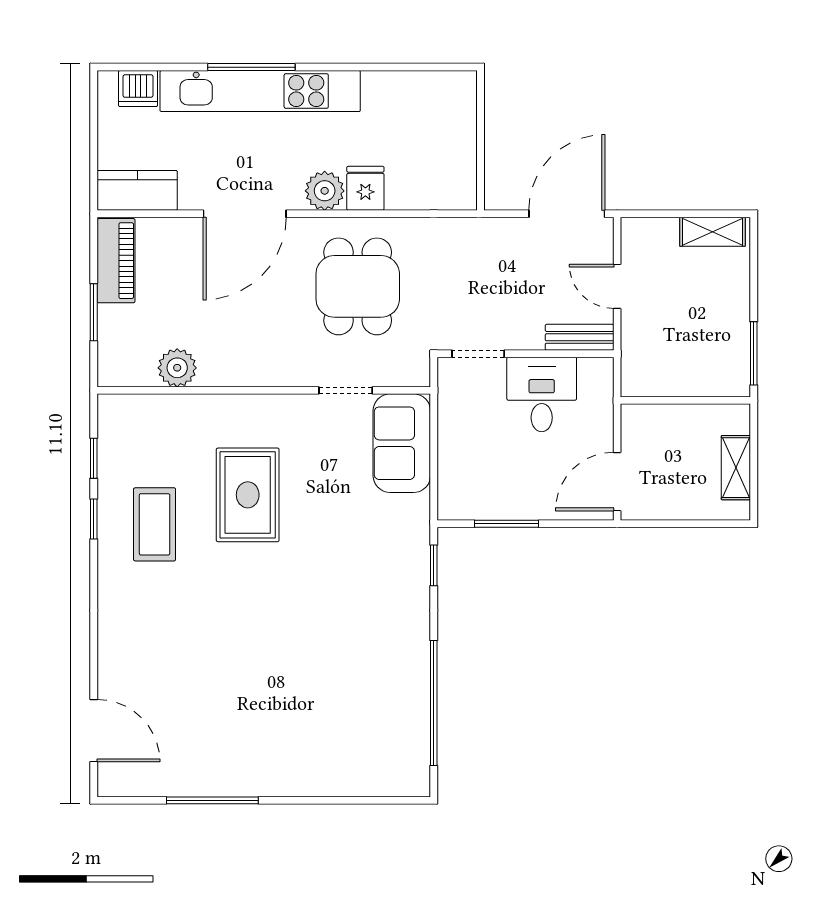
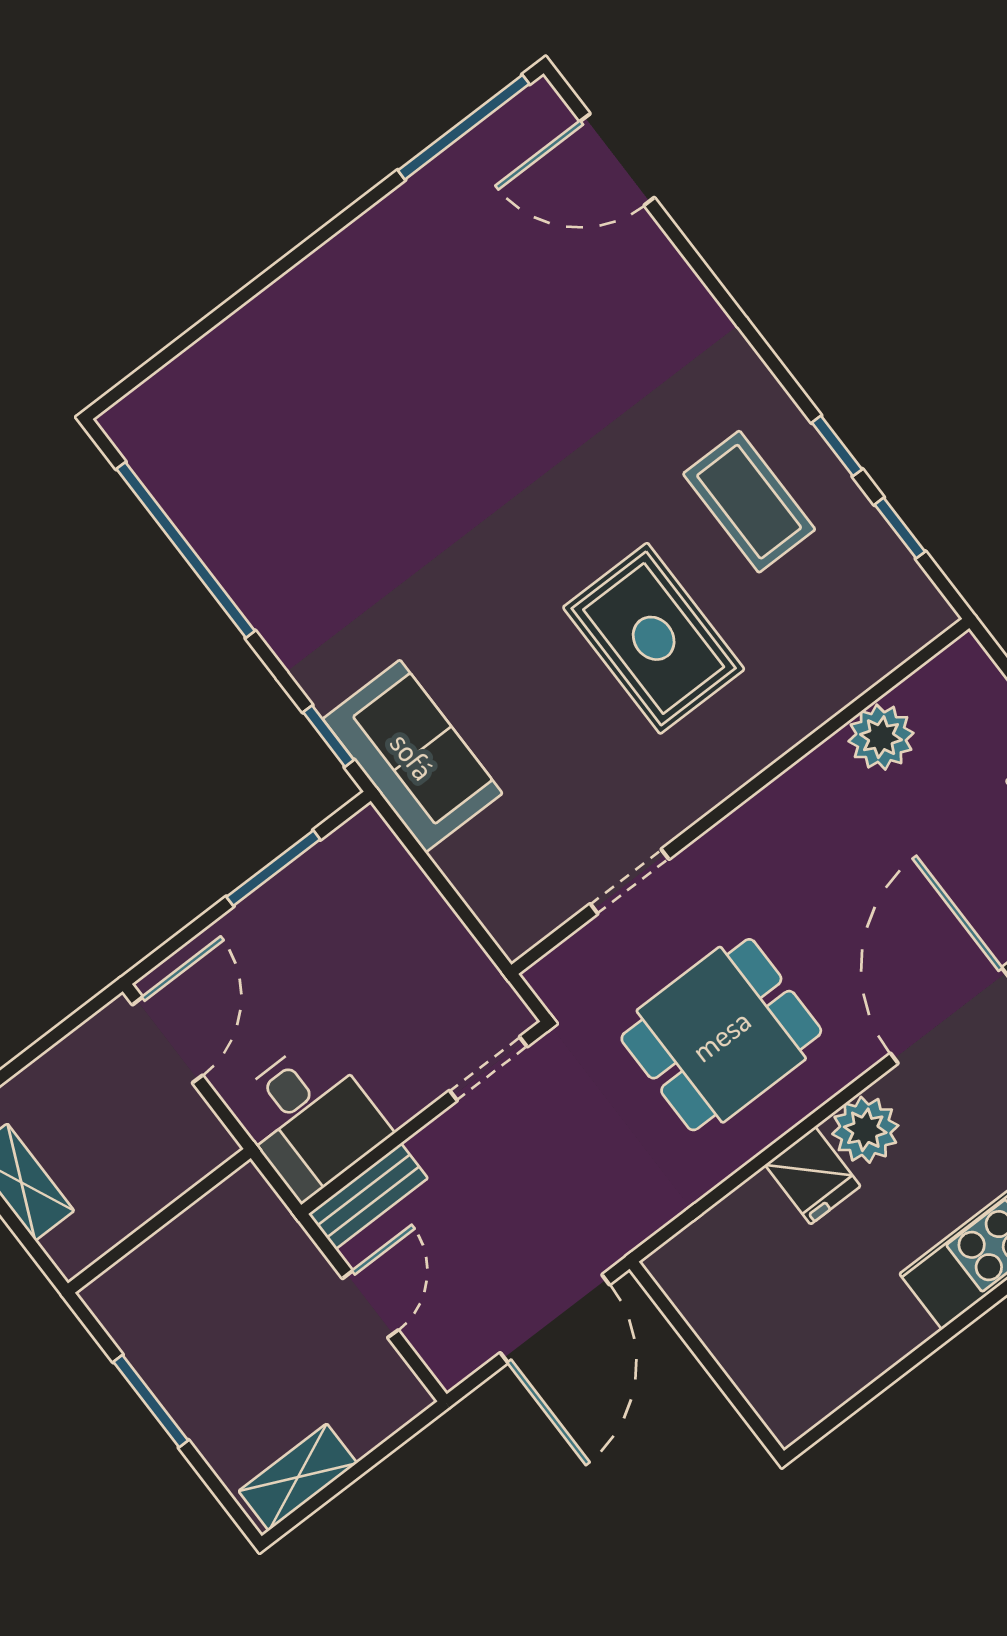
door: (567, 214) -> (555, 1319), moved
dining table: (358, 286) -> (721, 1035), turned 90
door: (617, 286) -> (370, 1304), hinge flipped
window: (754, 353) -> (151, 1401), moved
desk: (542, 394) -> (309, 1118), moved
sofa: (402, 443) -> (413, 756), moved
window: (212, 800) -> (464, 127), moved

